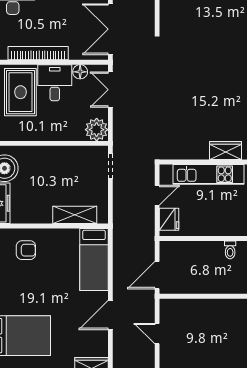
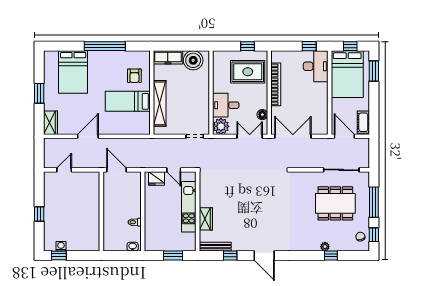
desk: (55, 83) -> (226, 105), moved, turned 180
shelving: (75, 215) -> (160, 103), width x1.47
bed: (94, 260) -> (128, 101), moved
door: (110, 315) -> (88, 136), hinge flipped
door: (157, 334) -> (64, 170), moved

